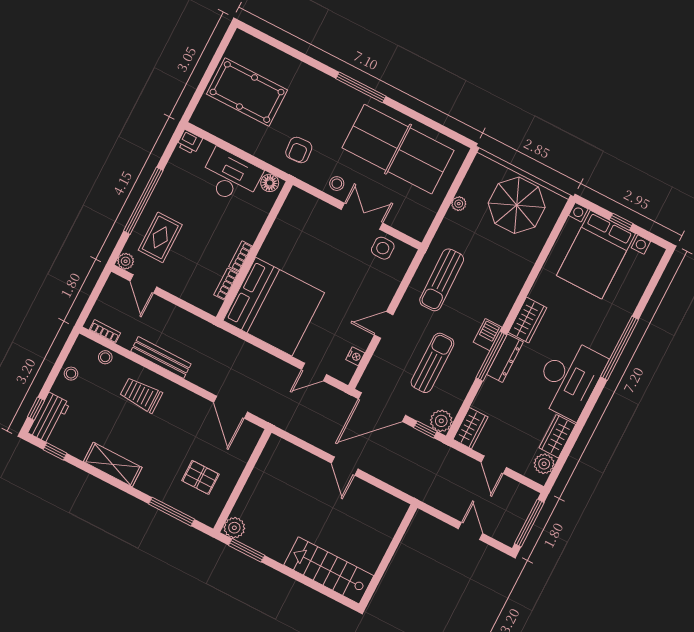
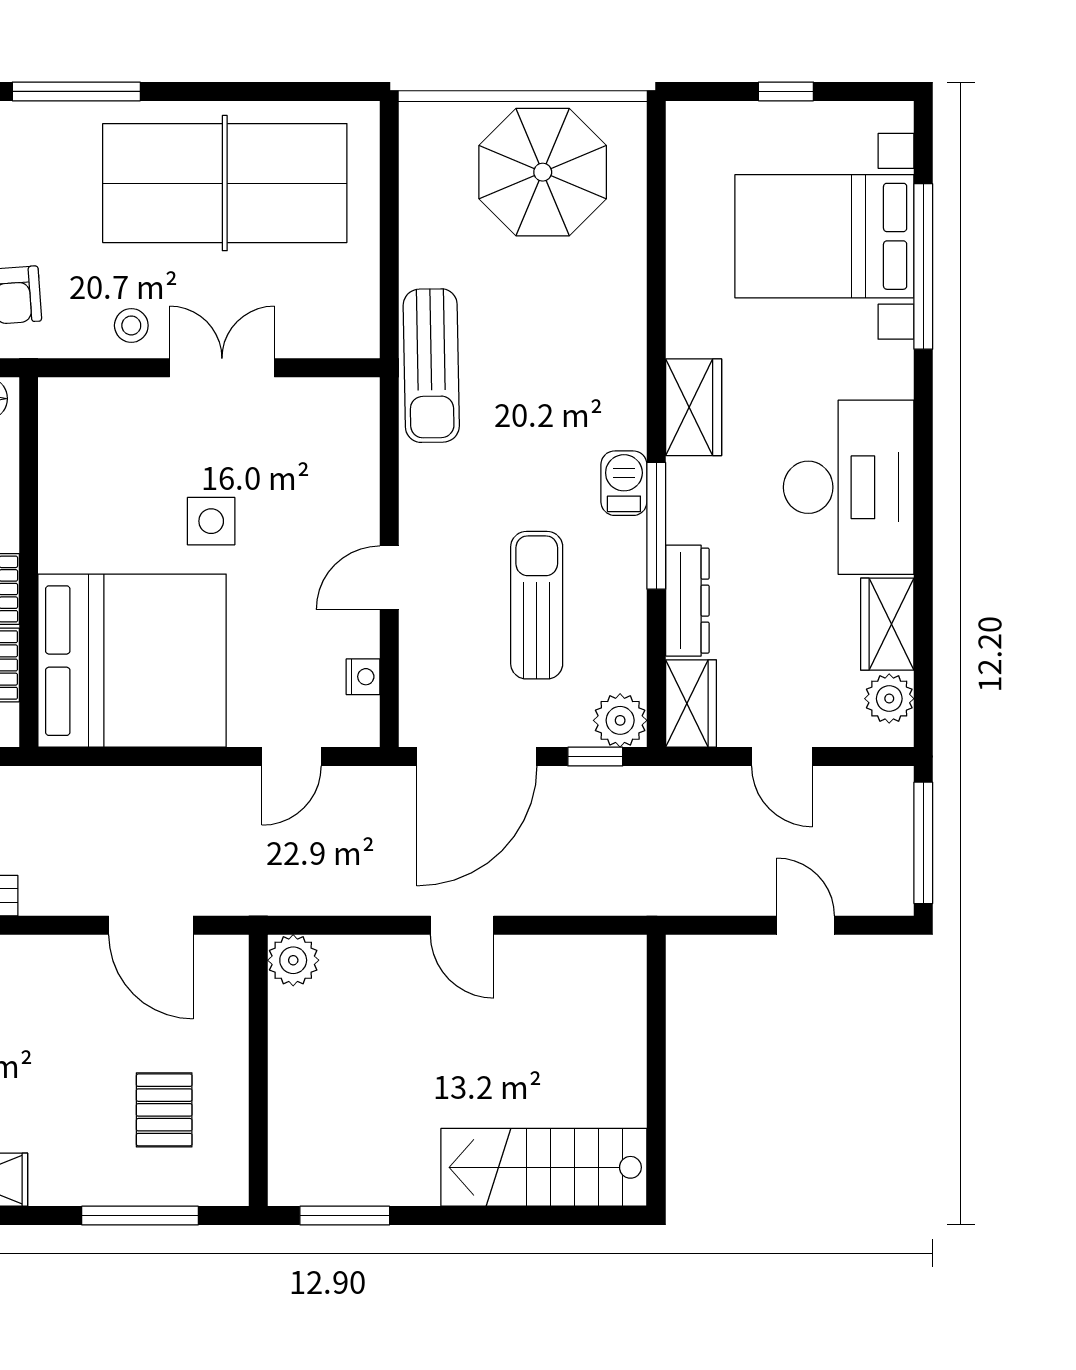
plant: (459, 204) -> (416, 233), removed
side table: (383, 248) -> (211, 521), moved
bed with nightstands: (596, 255) -> (824, 236), moved, turned 90
sun lounger: (442, 280) -> (431, 366), moved
window: (620, 348) -> (923, 266), moved
dresser: (505, 358) -> (687, 601), moved
pallet: (200, 477) -> (164, 1110), turned 90
plant: (234, 528) -> (293, 960), moved

